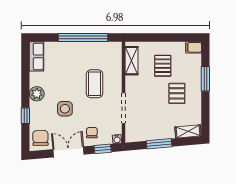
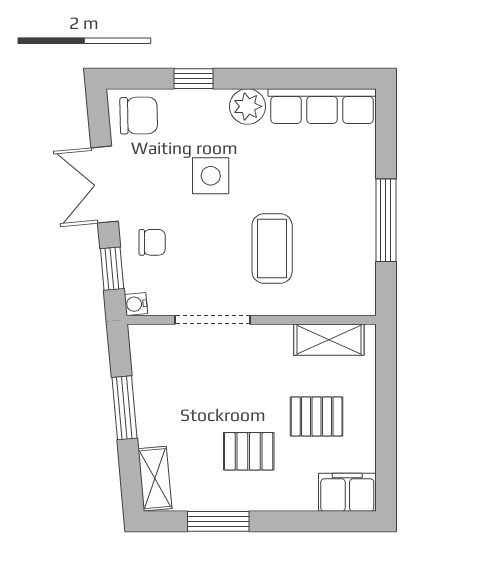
window: (83, 38) -> (386, 220), width x0.68
filing cabinet: (194, 47) -> (347, 492), width x2.00
row of seats: (37, 56) -> (322, 106), width x1.48
window: (205, 79) -> (218, 521), moved
coffee table: (94, 84) -> (272, 249), turned 90
double door: (68, 152) -> (105, 185), swing flipped

